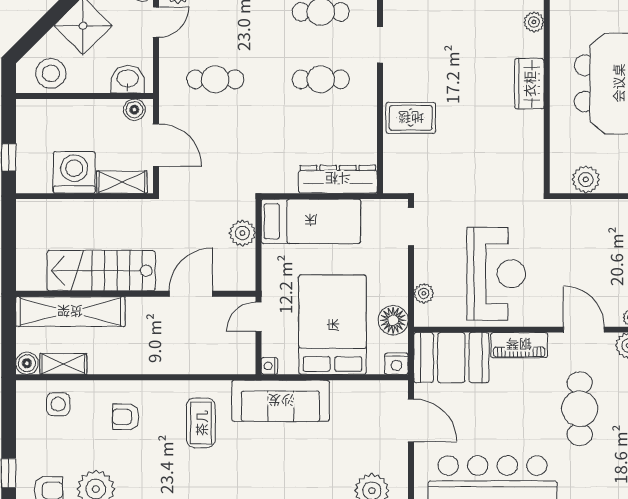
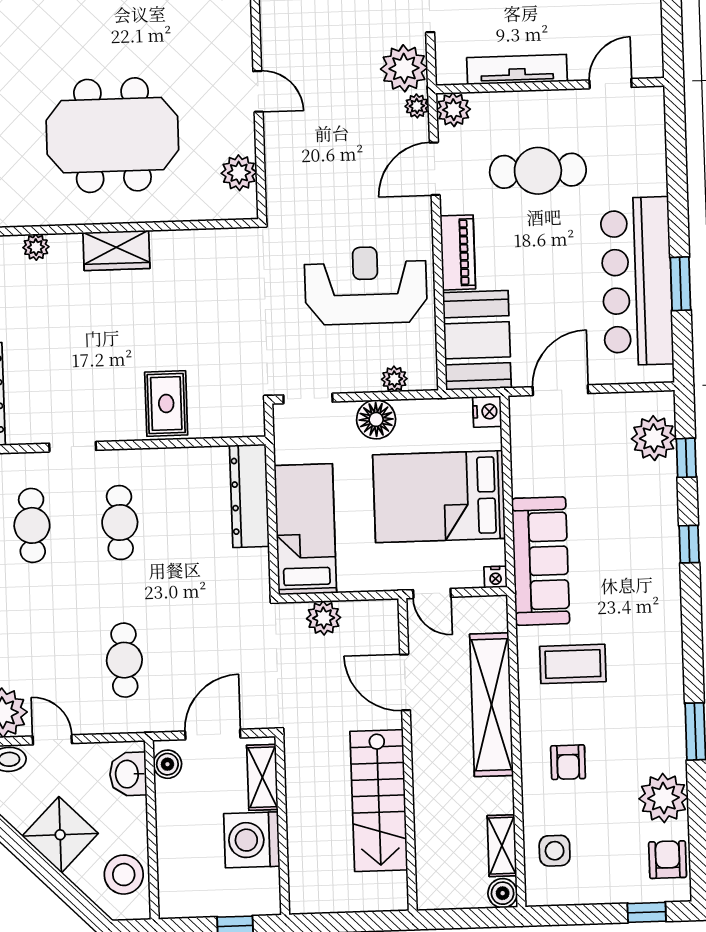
shelving: (70, 312) -> (491, 705), moved
floor lamp: (393, 320) -> (376, 419), moved

